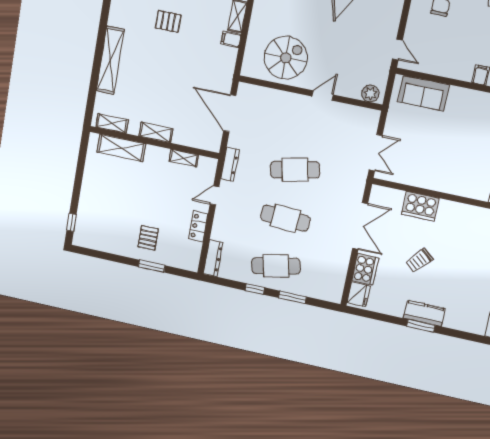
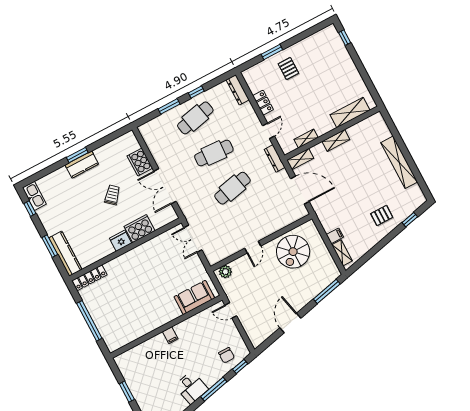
shelving: (112, 123) -> (300, 159), moved
fridge: (359, 294) -> (121, 241), moved, turned 90

